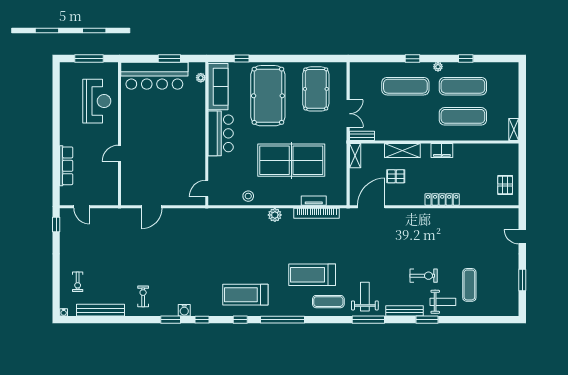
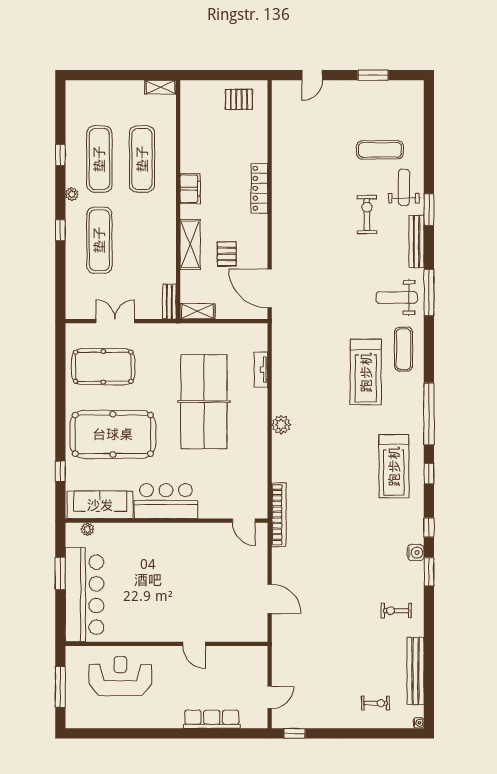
double door: (348, 114) -> (115, 321), moved
stool: (248, 196) -> (255, 462), removed
bookcase: (317, 213) -> (279, 515), moved

